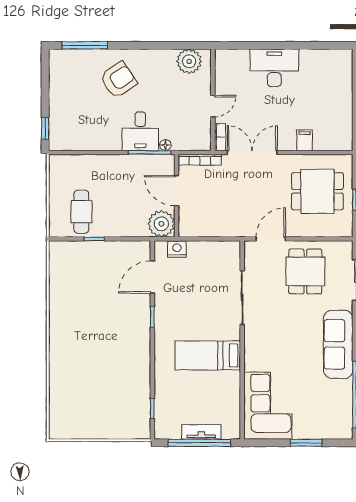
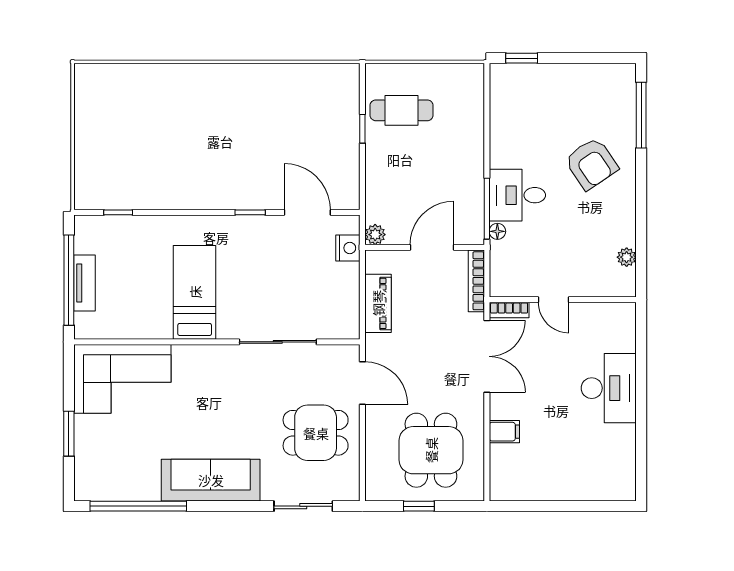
plant: (189, 61) -> (627, 257), width x0.53, depth x0.53
plant: (161, 224) -> (375, 235), width x0.53, depth x0.53
piano: (215, 228) -> (378, 303), added

